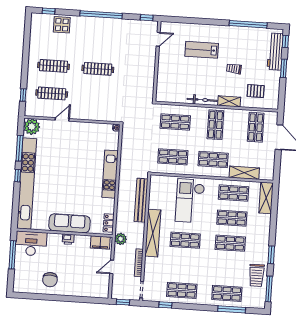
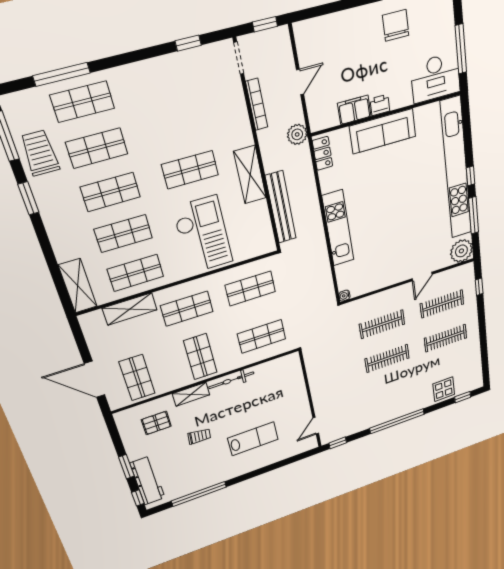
clothes rail: (96, 96) -> (382, 324), added
shelving: (153, 233) -> (250, 175), width x0.68
filing cabinet: (100, 243) -> (354, 110), moved
shop shelf: (182, 290) -> (97, 148), moved

